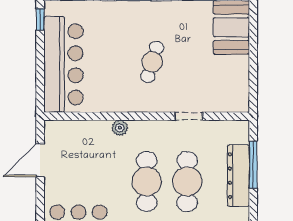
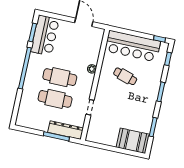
cafe table: (152, 62) -> (125, 76), moved
dresser: (238, 176) -> (66, 130), moved

